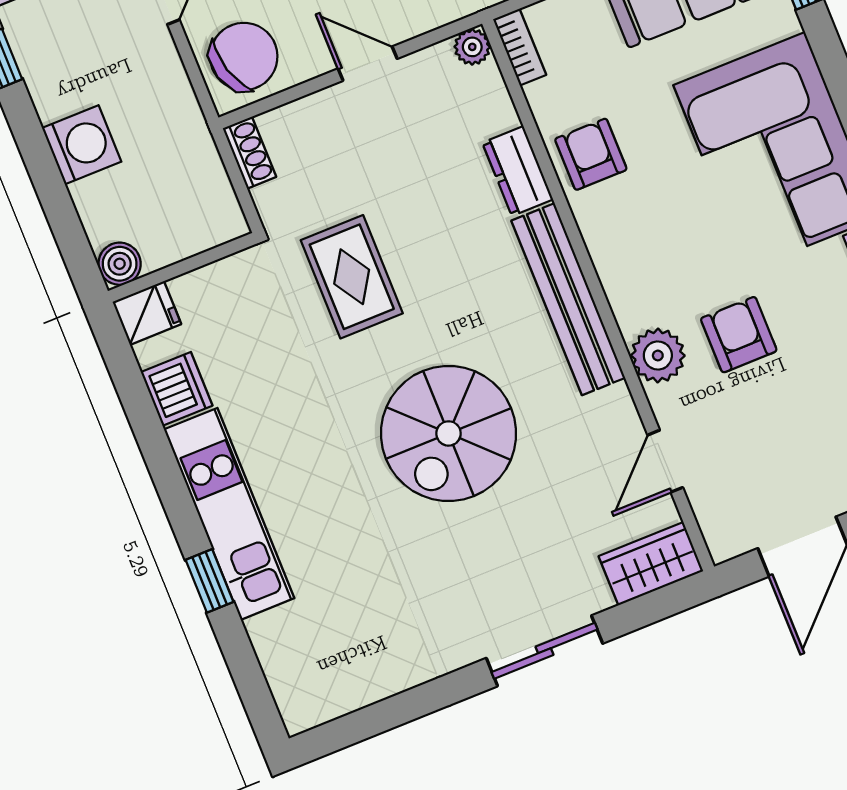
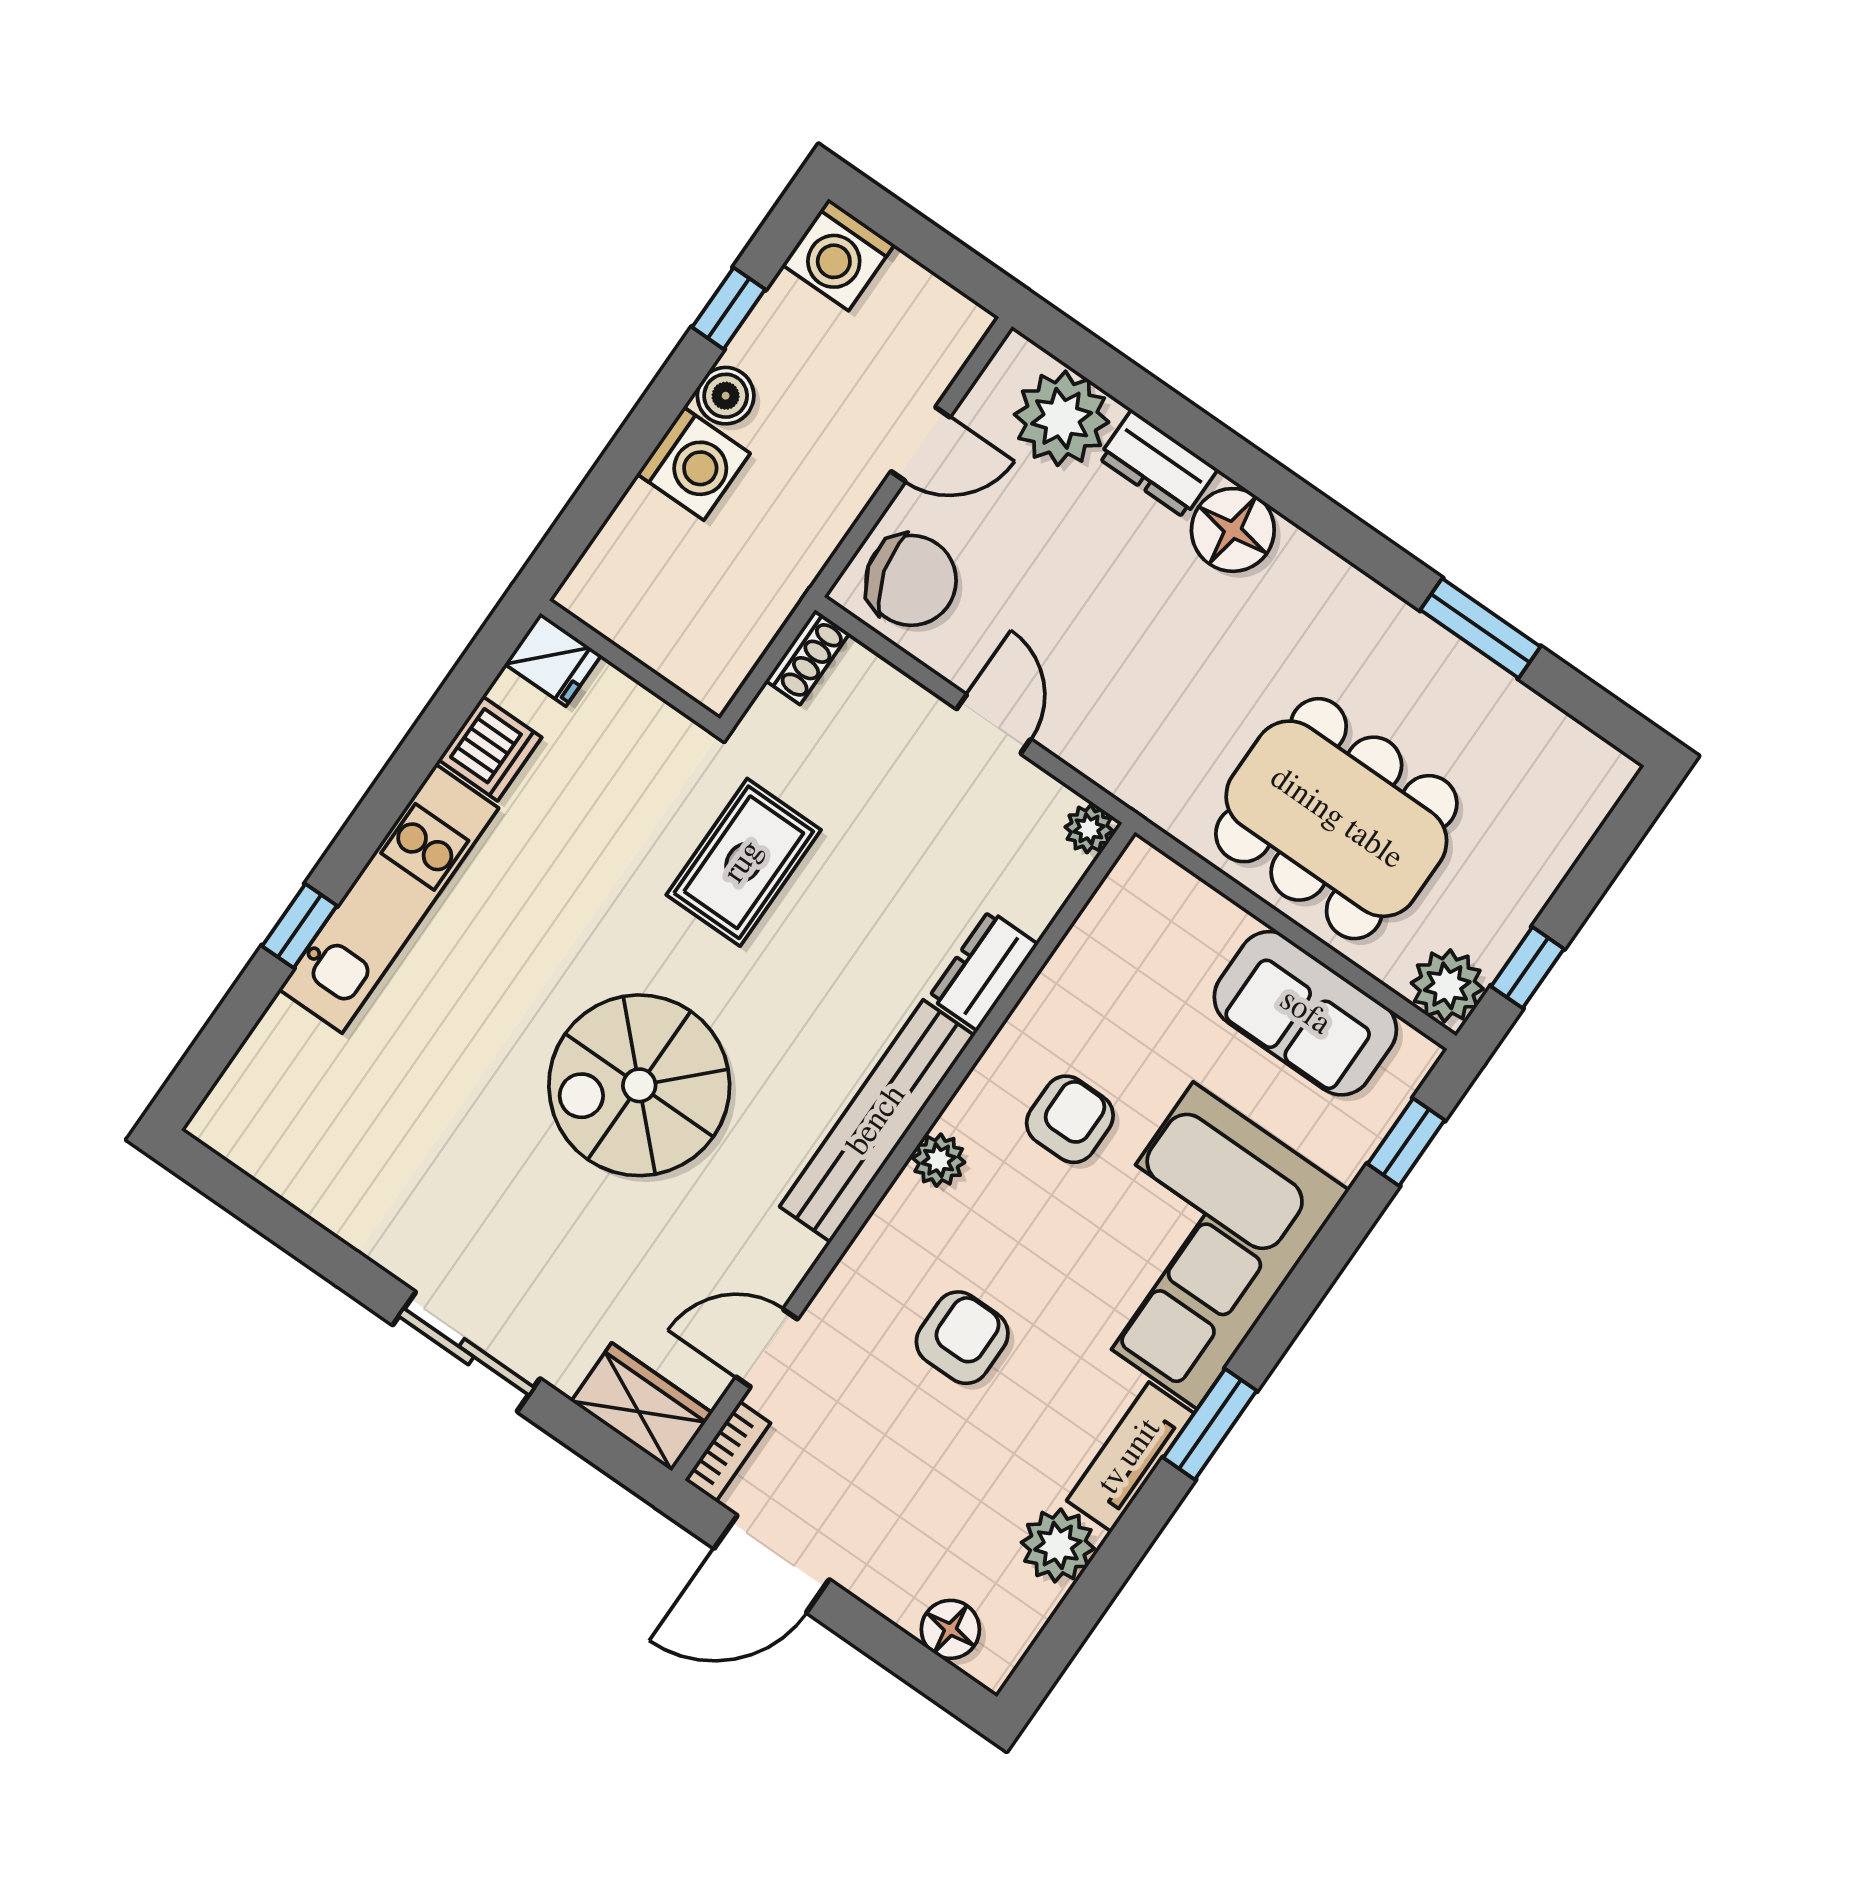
bookcase: (520, 47) -> (728, 1451), moved
armchair: (591, 154) -> (1070, 1119), moved
boiler: (120, 264) -> (726, 396), moved
plant: (658, 356) -> (939, 1160), moved, width x0.73, depth x0.73

